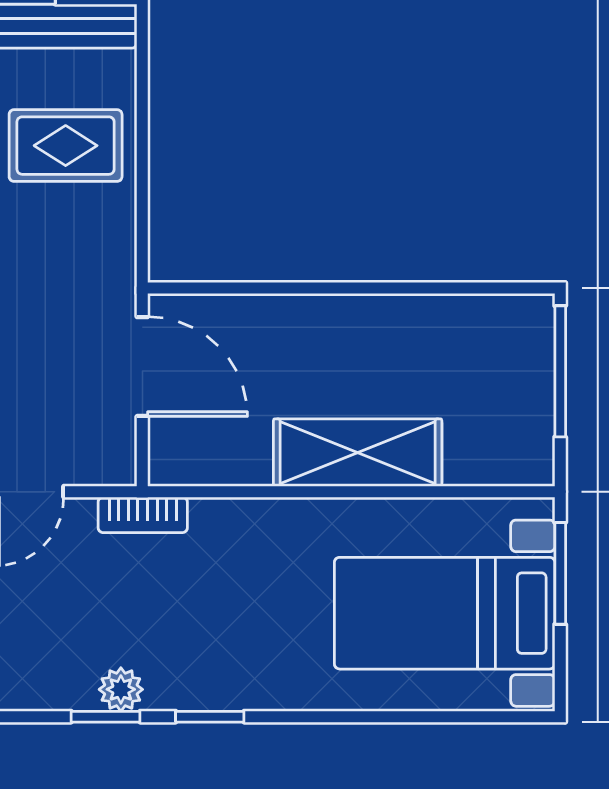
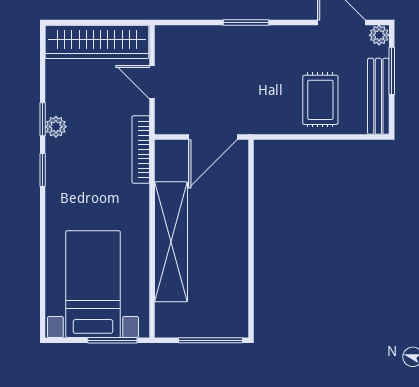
shelving: (358, 453) -> (171, 242), width x1.47
bookcase: (143, 515) -> (141, 150), width x1.56

